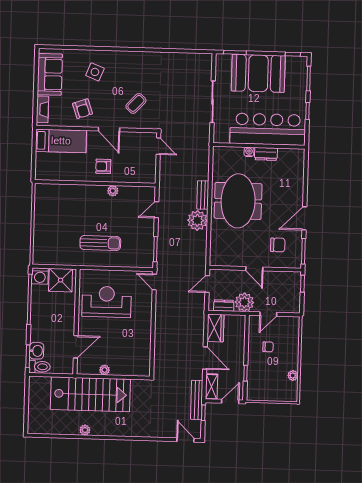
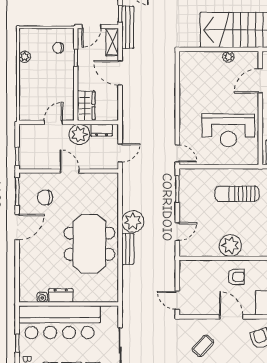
water cooler: (249, 152) -> (42, 297), moved
plant: (113, 191) -> (230, 246), width x1.87, depth x1.87
wardrobe: (216, 328) -> (86, 106), moved, turned 180
chair: (268, 347) -> (58, 48), moved

